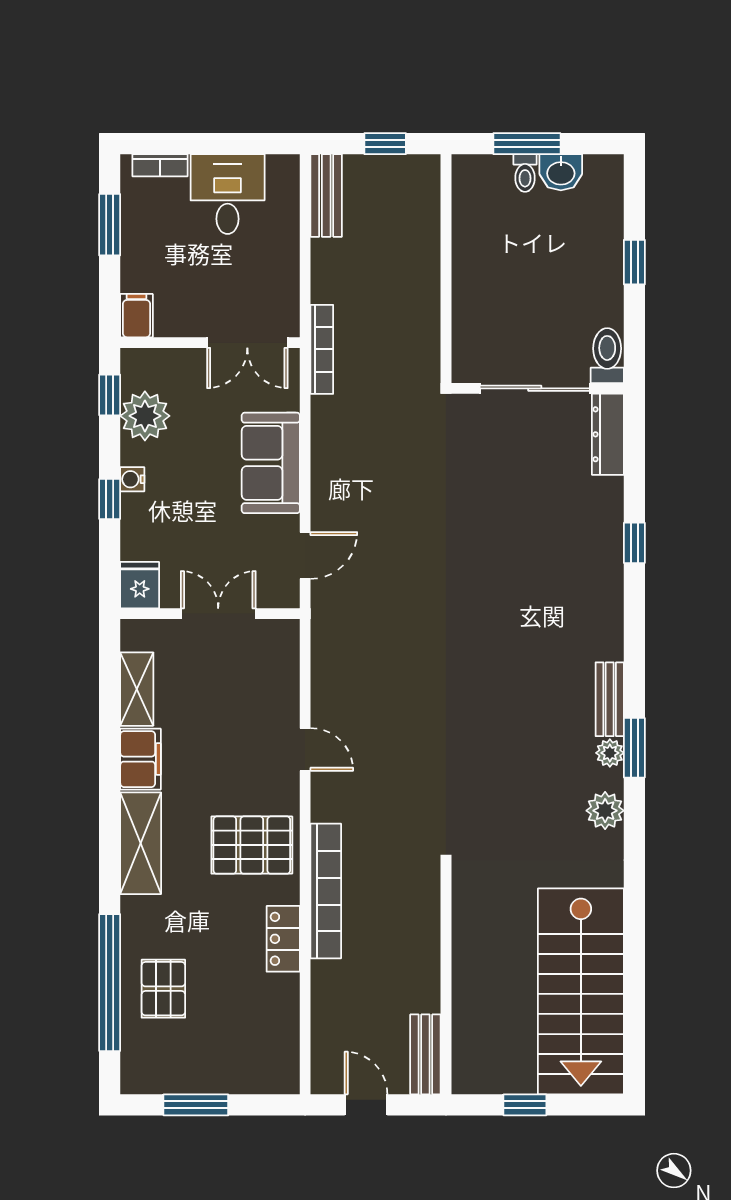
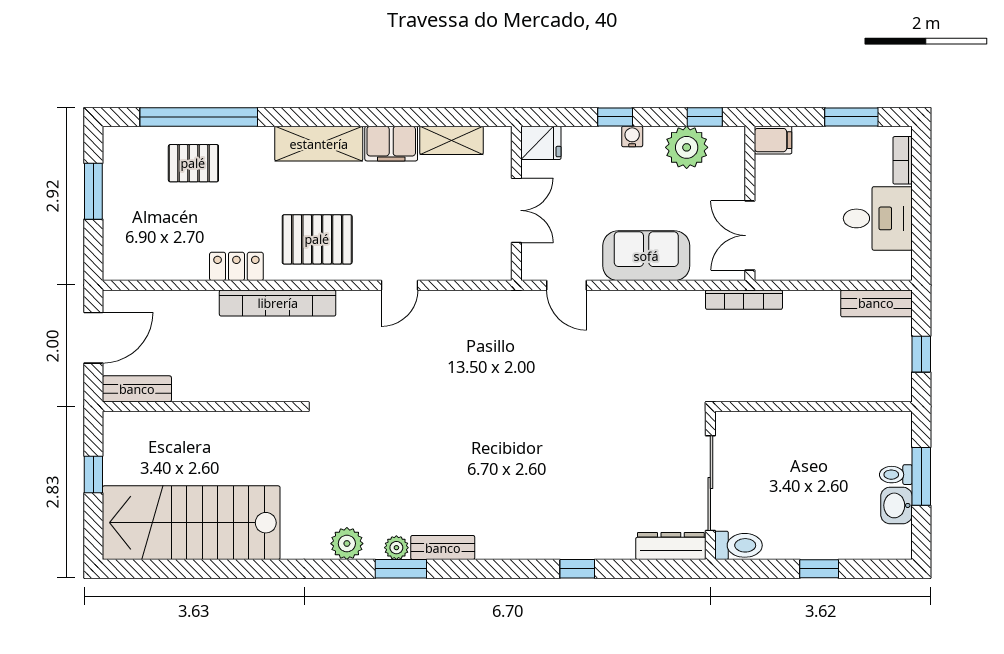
pallet: (252, 845) -> (317, 239), turned 90
door: (366, 1105) -> (93, 338), width x1.38

